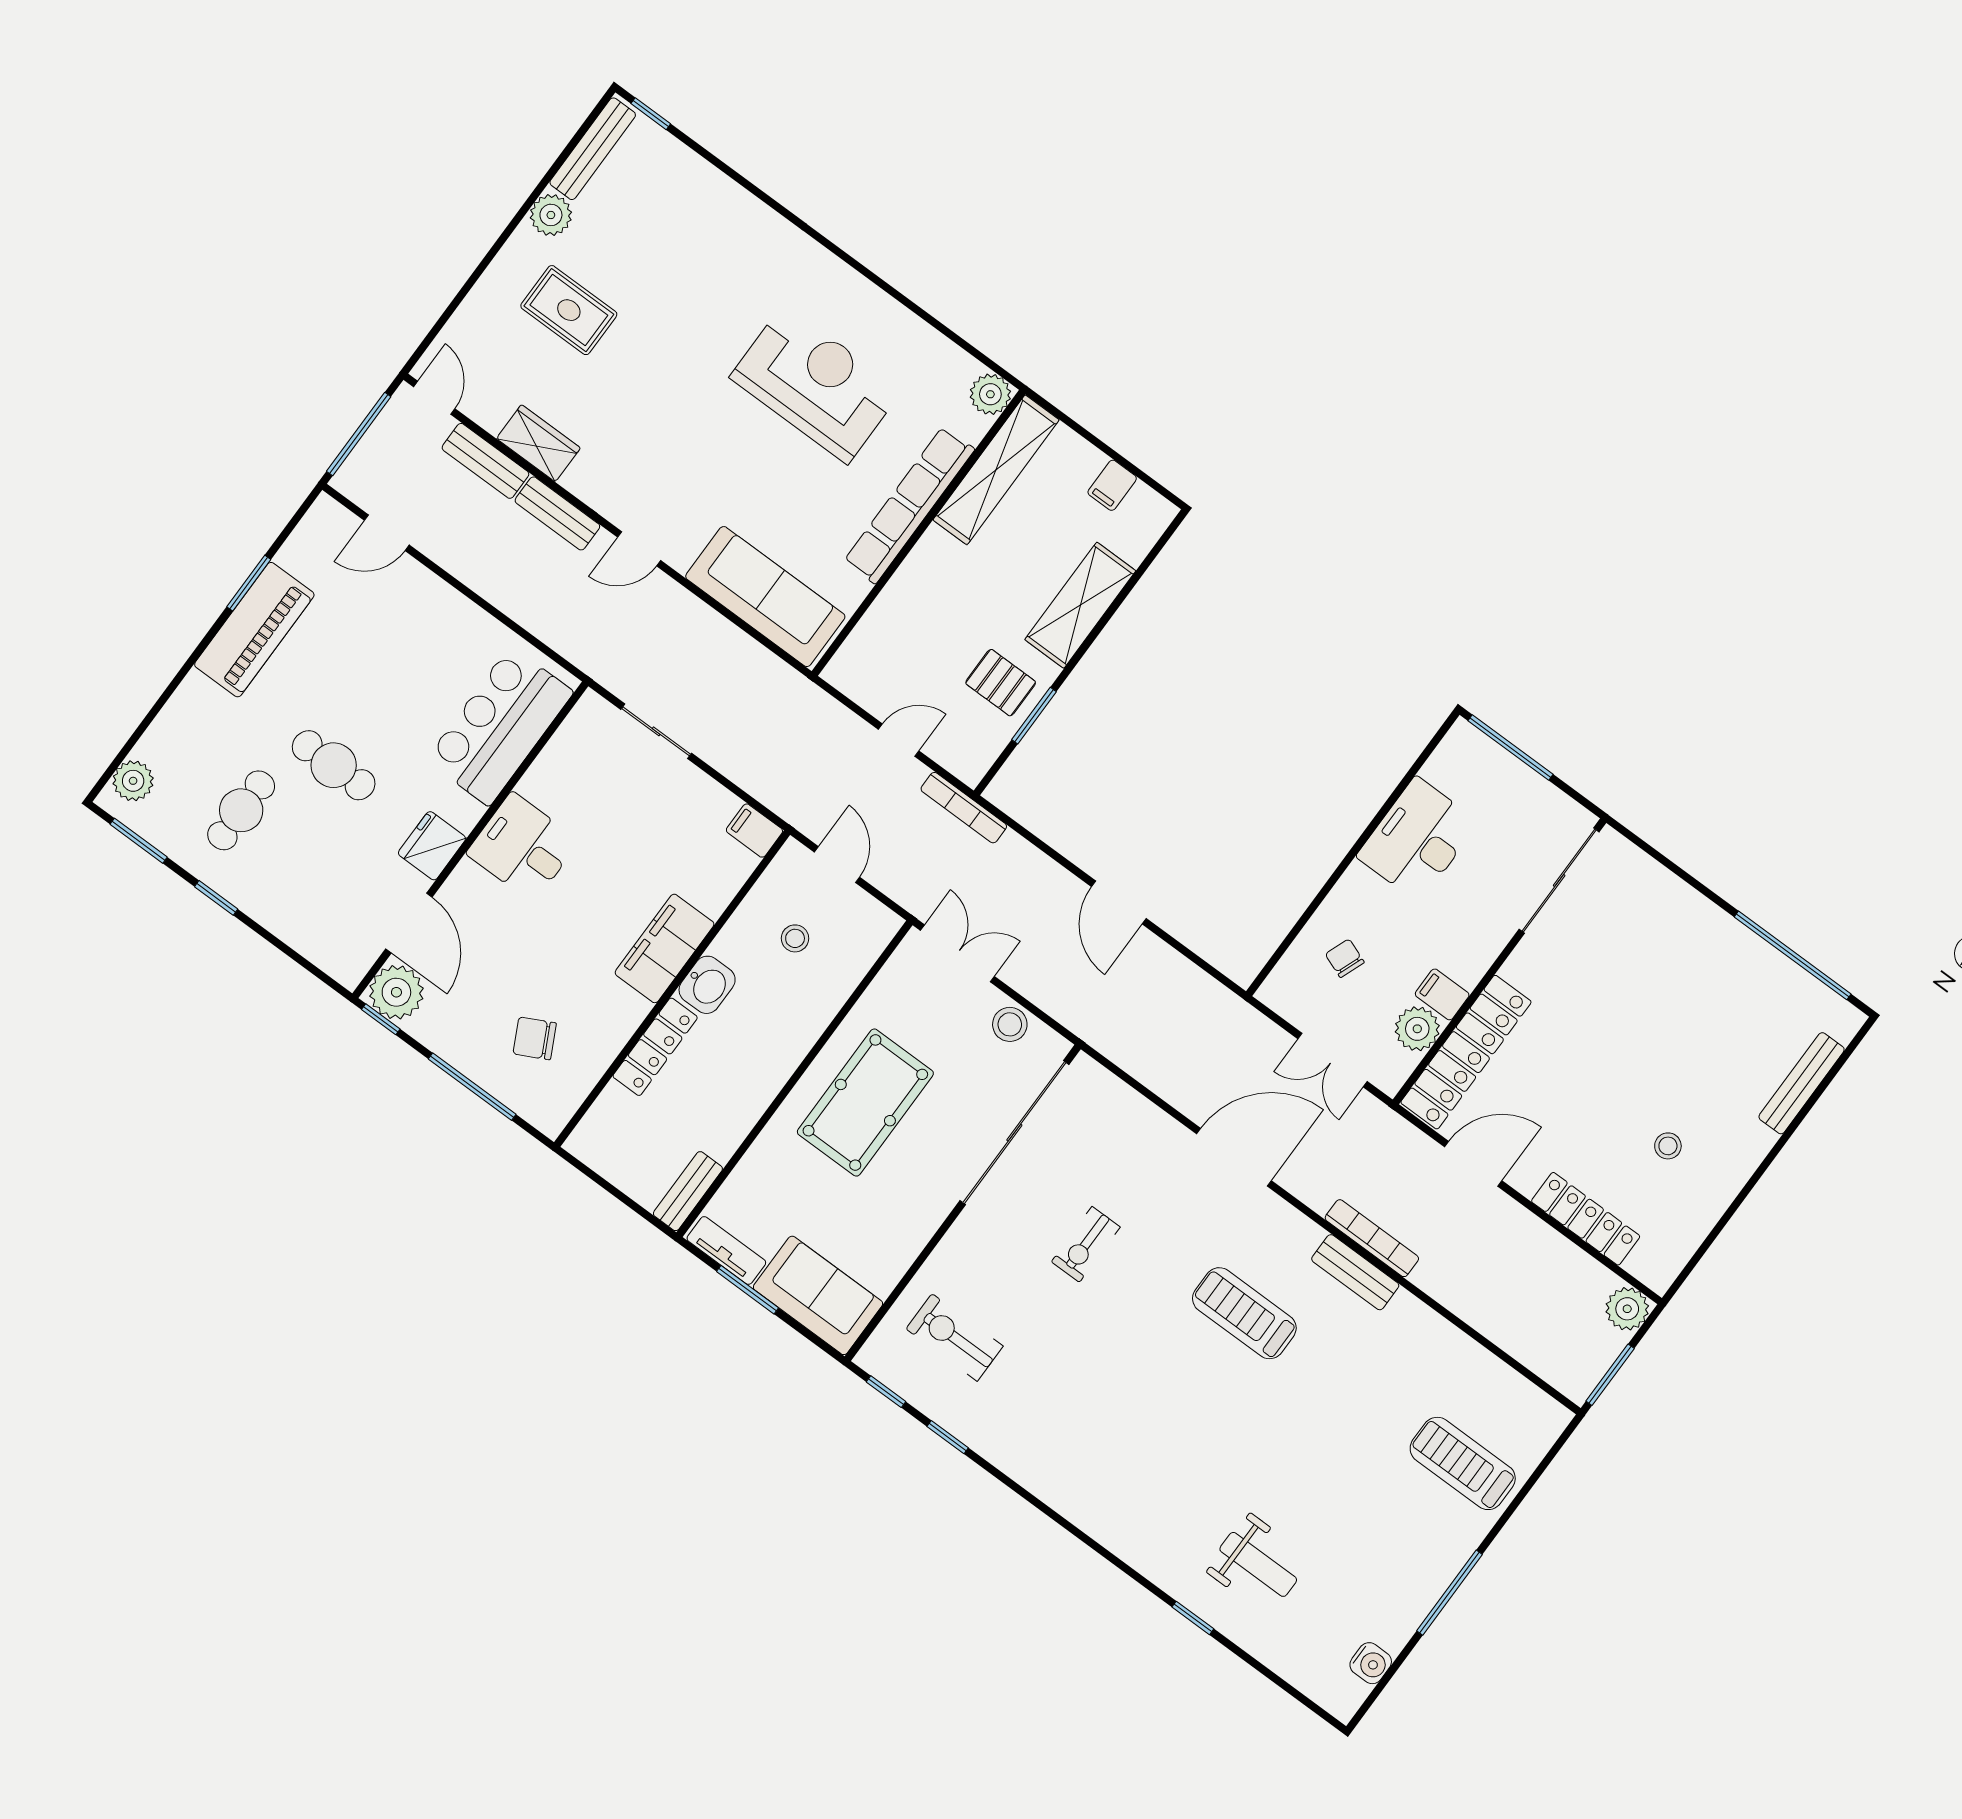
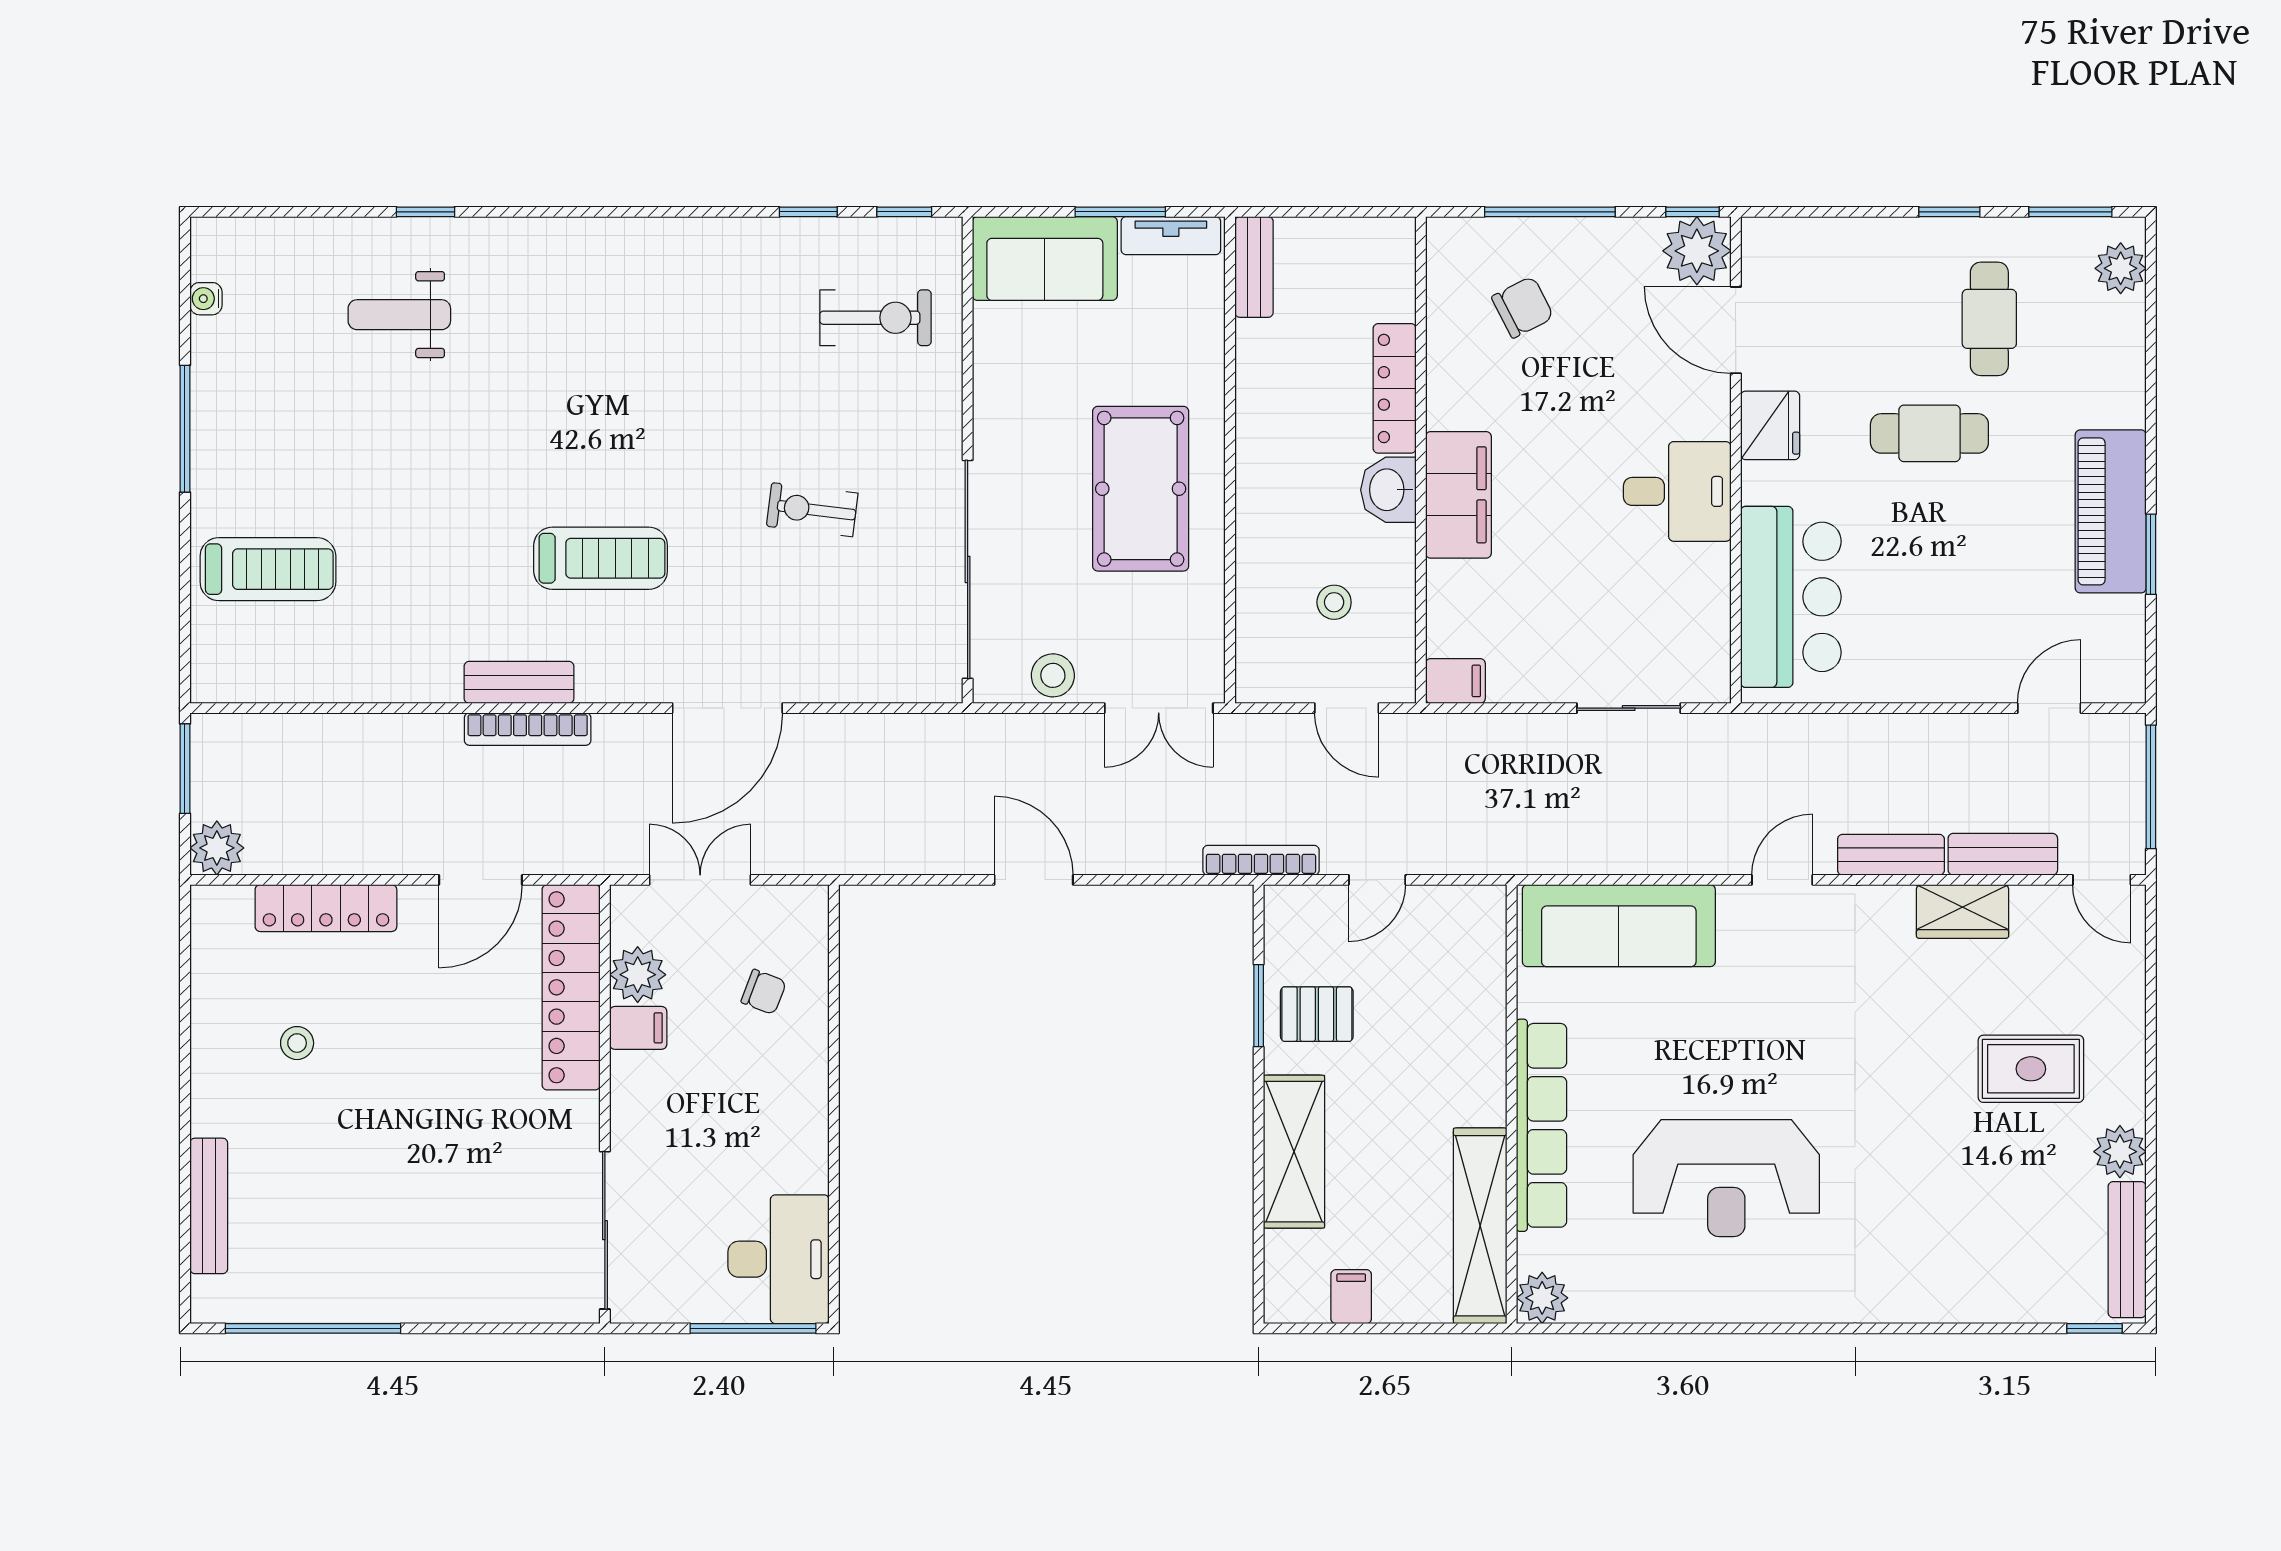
desk: (1418, 839) -> (779, 1259), moved
exercise bike: (1086, 1244) -> (812, 510), turned -83
water cooler: (1371, 1663) -> (206, 299), width x0.72, depth x0.72

